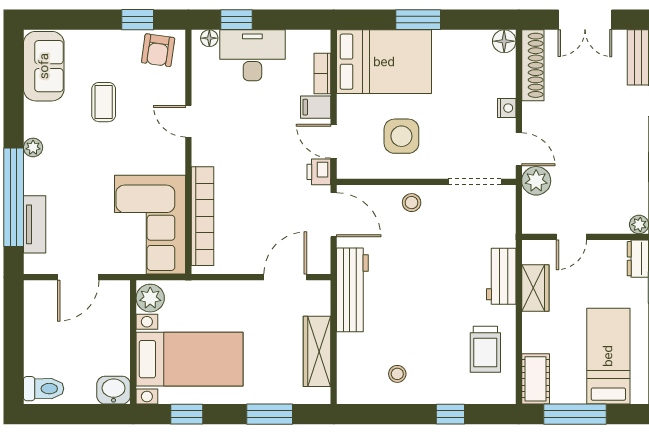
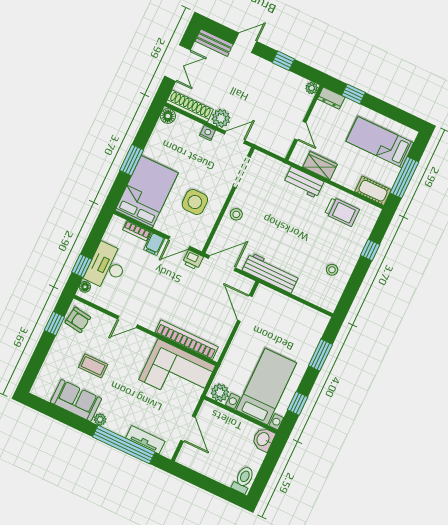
sofa: (44, 66) -> (76, 400), moved
plant: (536, 181) -> (221, 118), moved
wardrobe: (317, 351) -> (297, 310), removed

